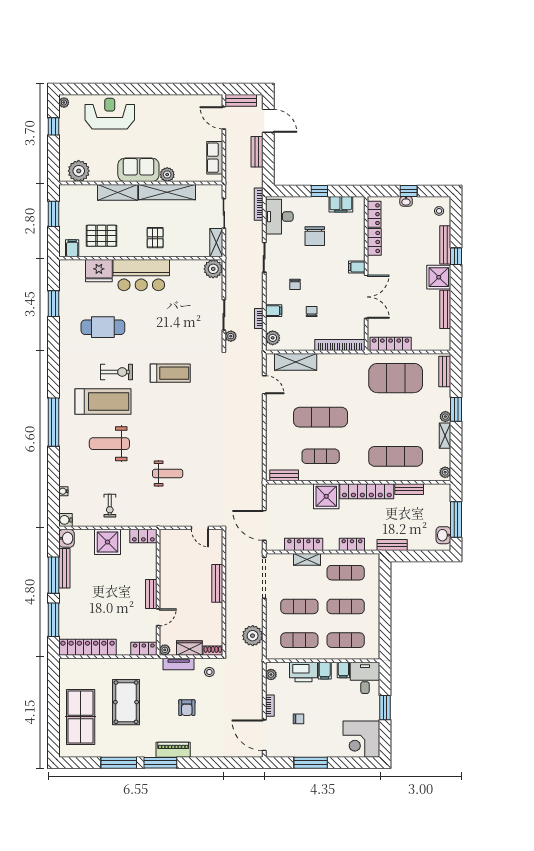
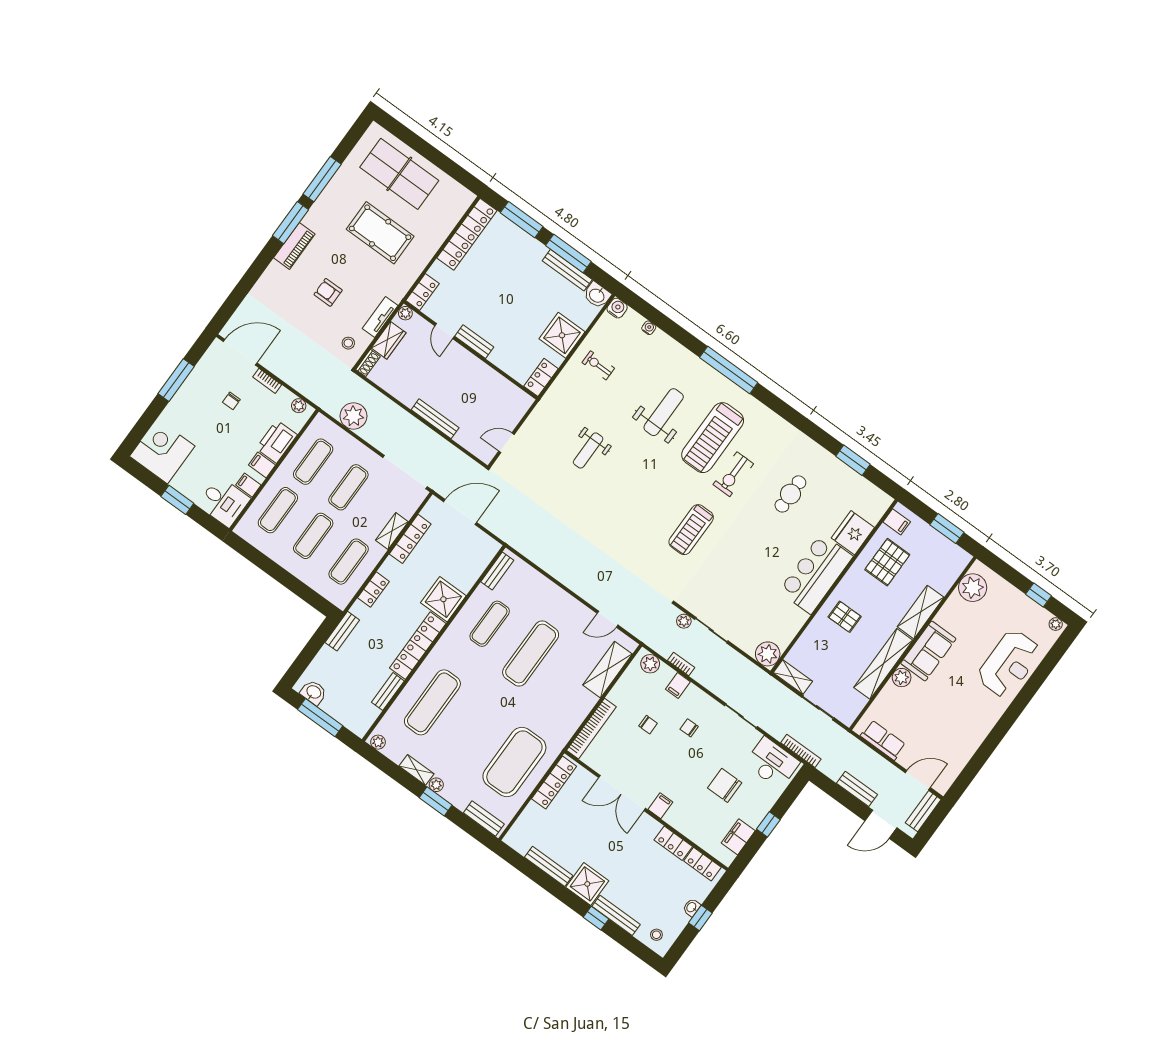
cafe table: (103, 327) -> (790, 494), width x0.73, depth x0.74

